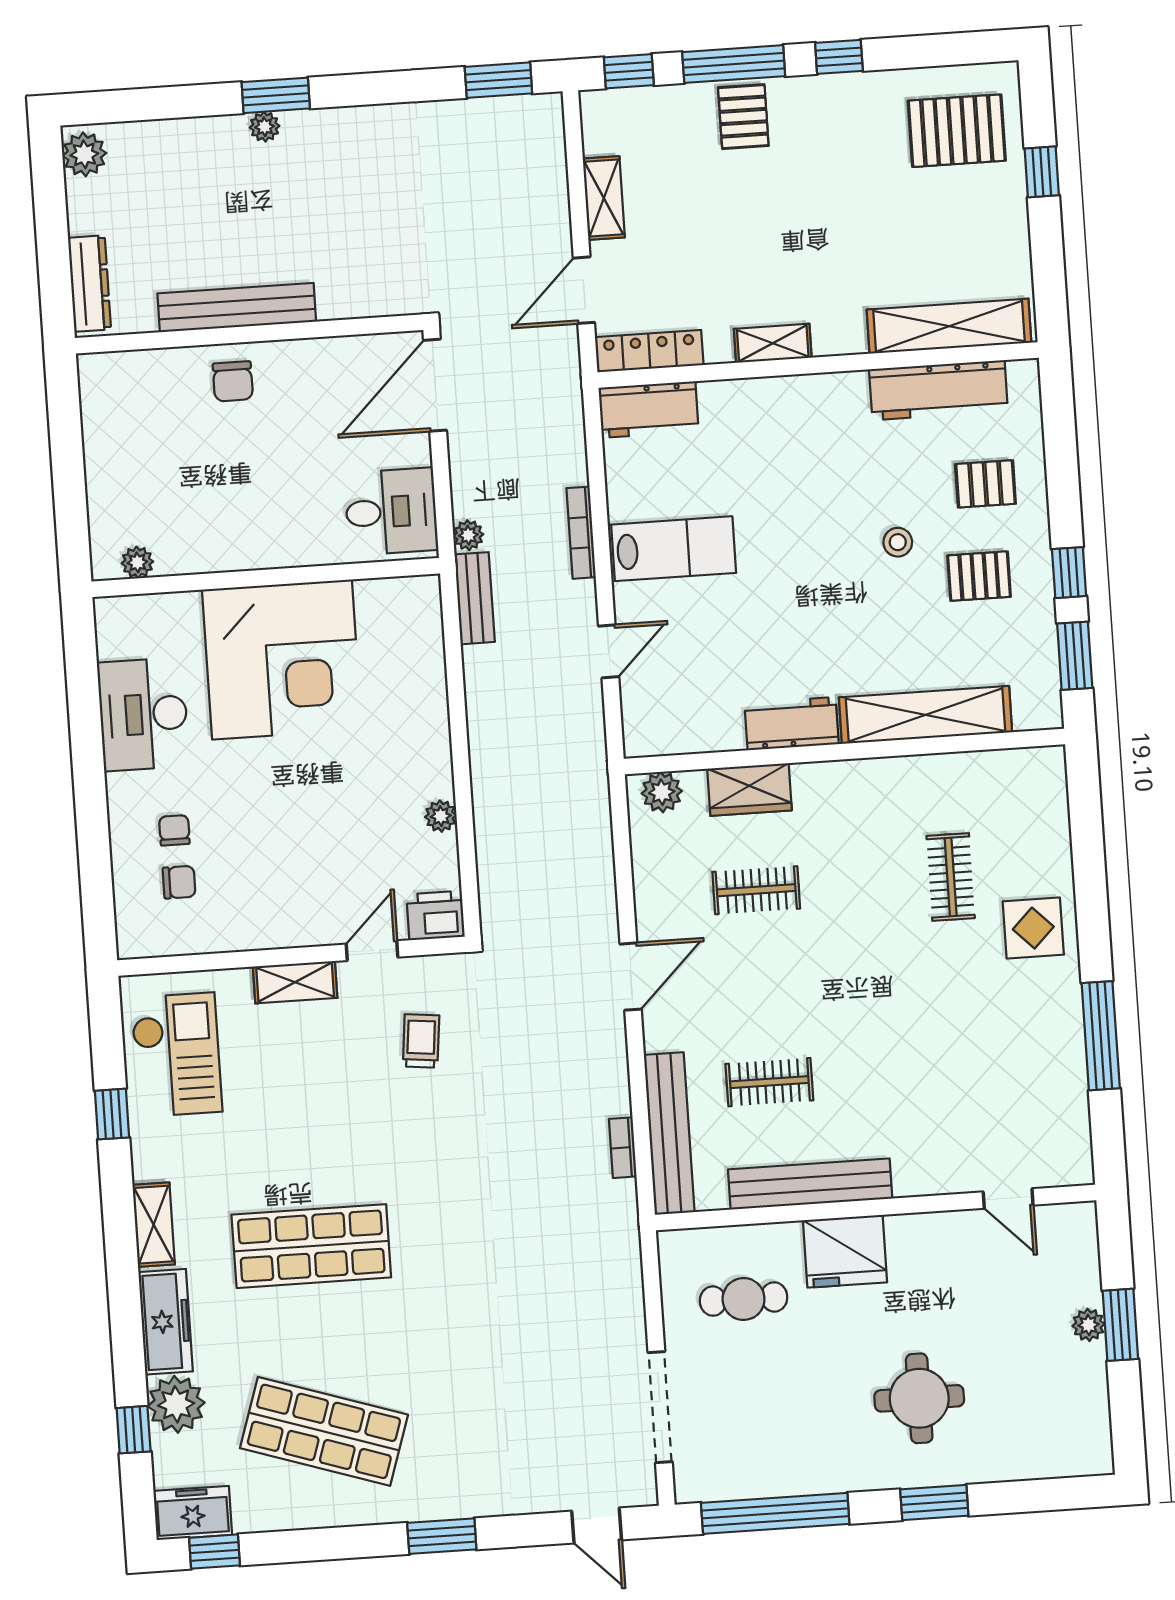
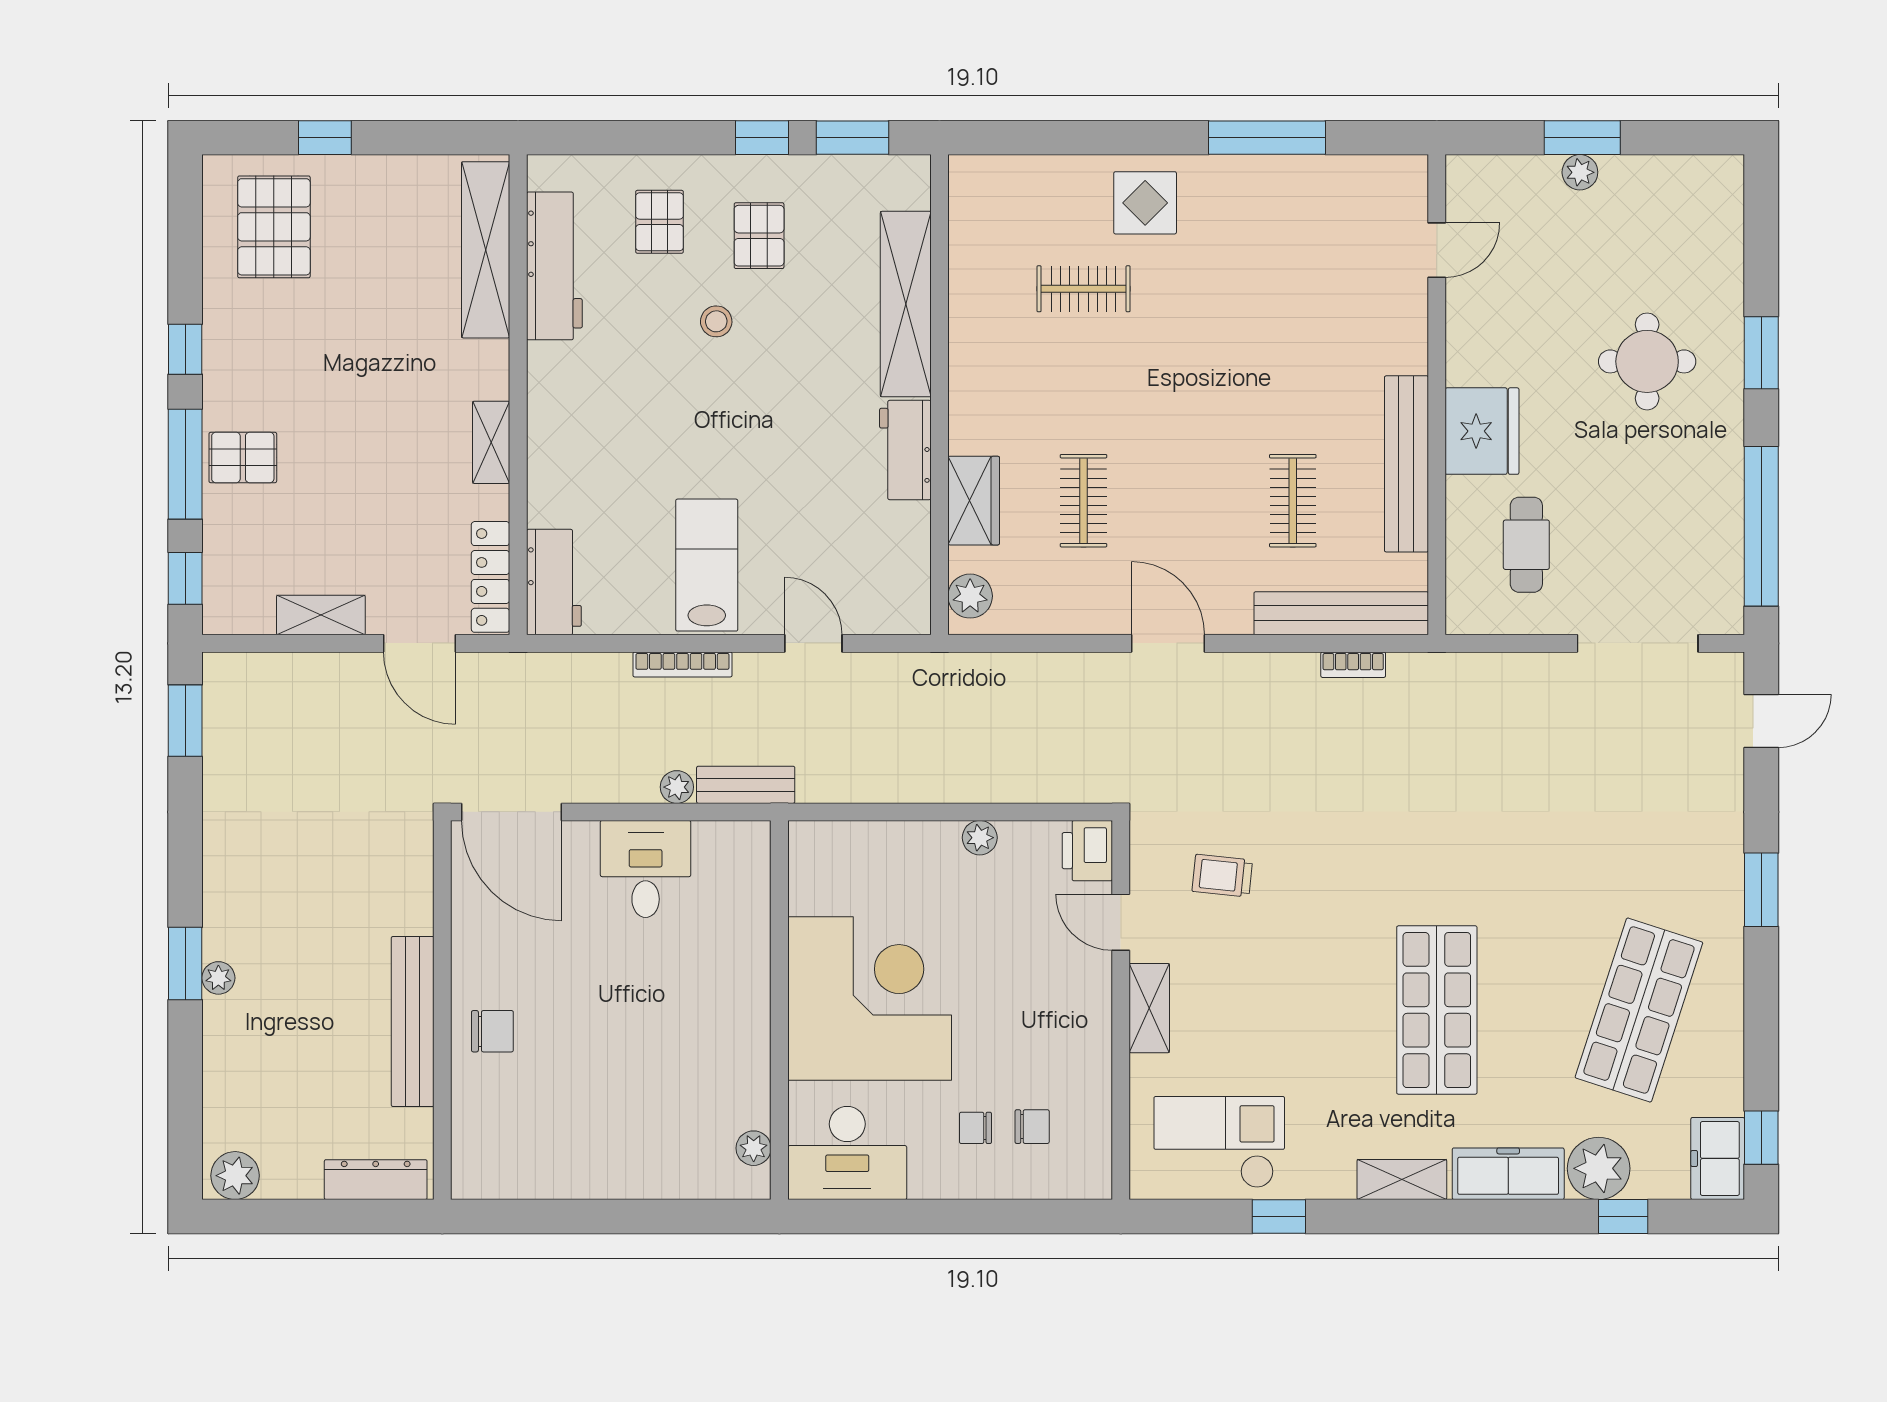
plant: (137, 562) -> (754, 1148), moved
wall: (266, 577) -> (779, 1010), moved
corner desk: (282, 659) -> (870, 998), moved
chair: (179, 882) -> (1032, 1127), turned 90

